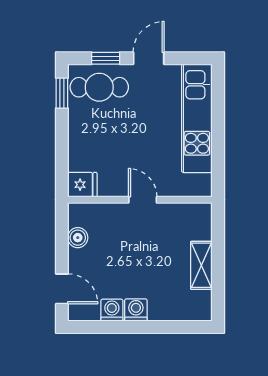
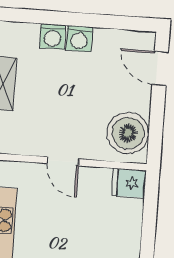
boiler: (78, 238) -> (128, 133), width x1.86, depth x1.86
washing machine: (112, 310) -> (52, 37), moved

